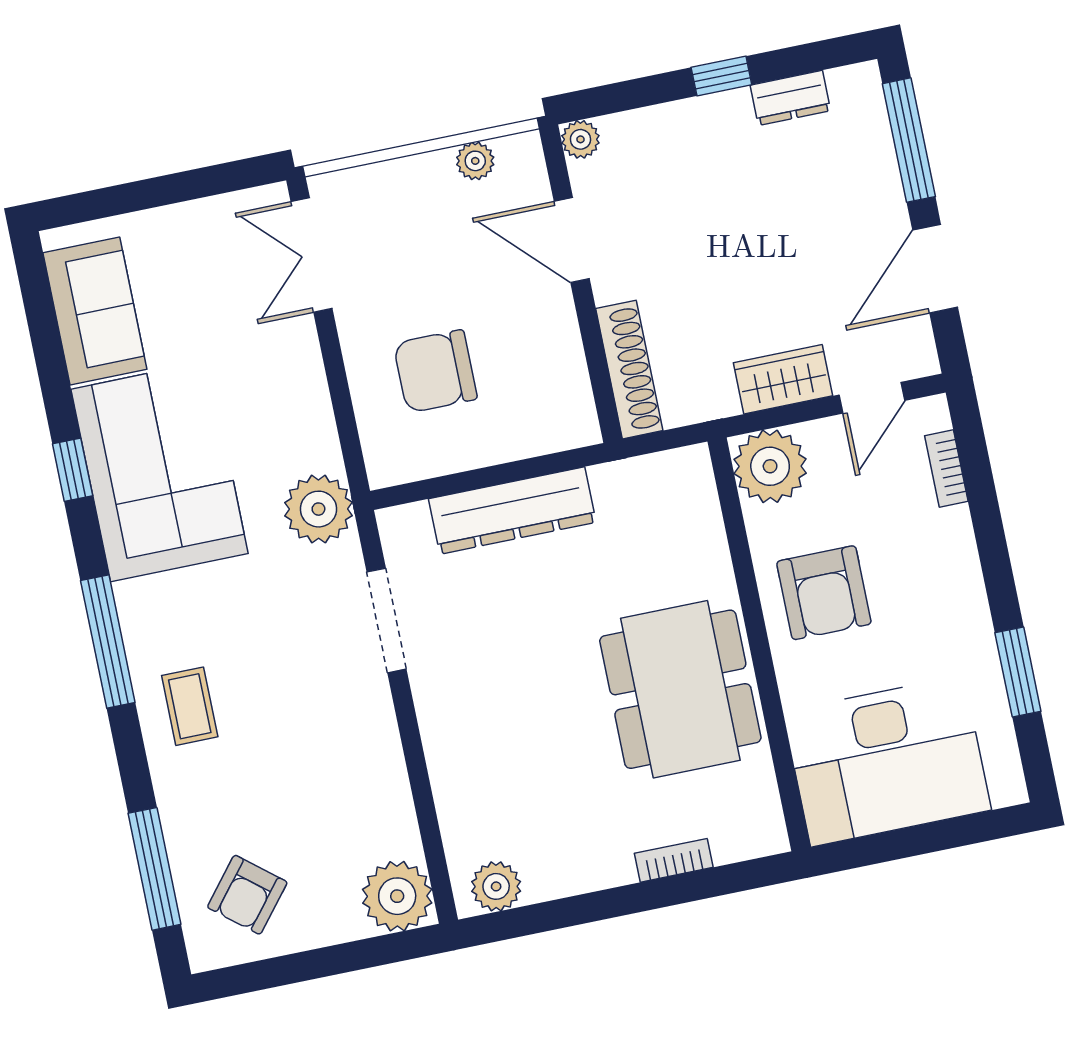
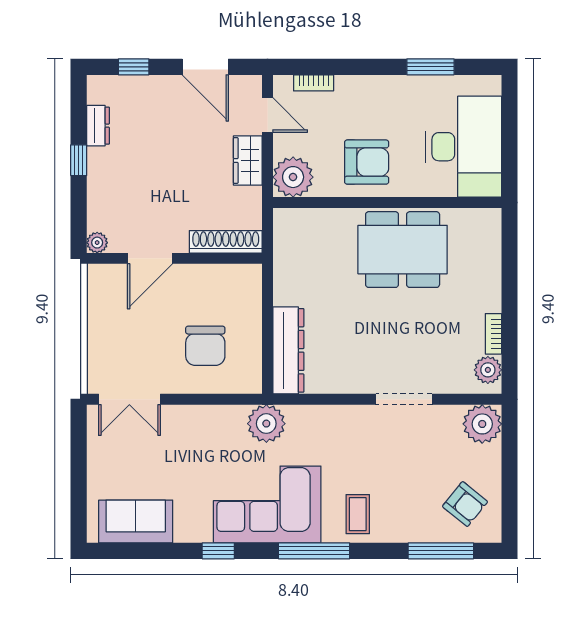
window: (909, 140) -> (134, 67), width x0.46
plant: (475, 161) -> (97, 301), removed
corner sofa: (160, 471) -> (267, 504), moved
dresser: (512, 511) -> (288, 350), moved
doorway: (387, 620) -> (404, 399), moved
coffee table: (190, 706) -> (358, 514), turned 90
bookcase: (674, 860) -> (493, 334), moved

